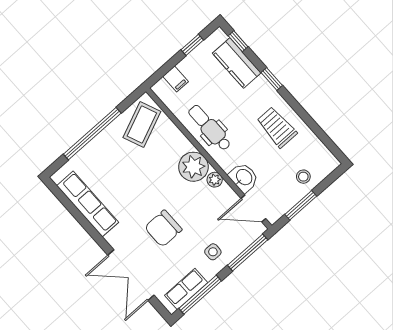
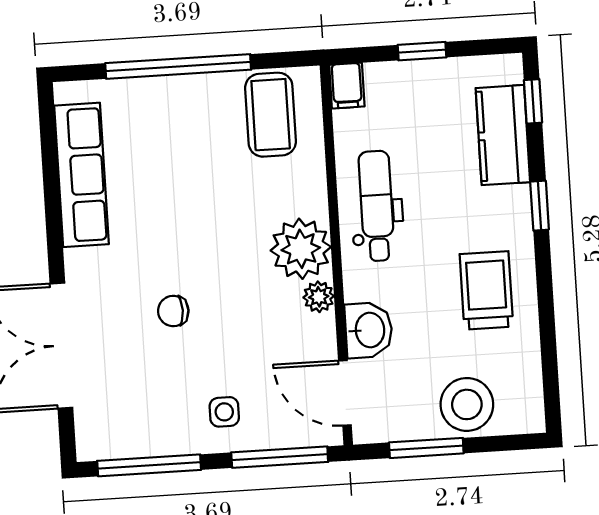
window: (192, 45) -> (422, 51), moved
filing cabinet: (176, 79) -> (347, 86), moved
coffee table: (142, 125) -> (271, 115), turned -67
stool: (303, 177) -> (467, 404), width x1.89, depth x1.89
chair: (163, 229) -> (173, 311), width x0.54, depth x0.54
row of seats: (186, 289) -> (133, 438), removed

